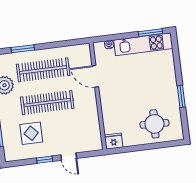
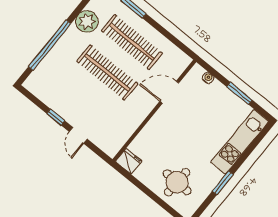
window: (150, 33) -> (240, 93), moved
kitchen unit: (143, 44) -> (240, 142), moved, turned 90
door: (95, 76) -> (169, 92), hinge flipped
display table: (31, 133) -> (68, 84), removed

